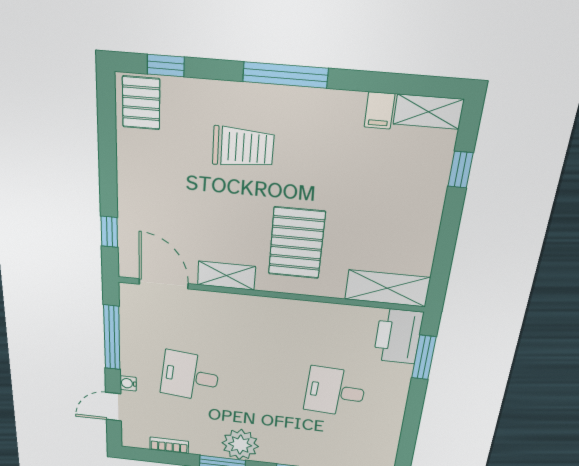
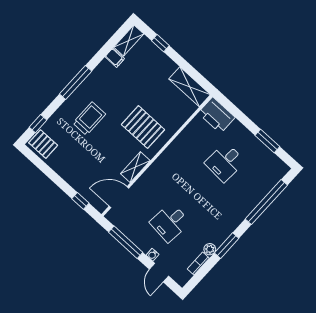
shelving: (387, 288) -> (190, 87), moved, turned 90
window: (424, 357) -> (267, 141), moved
plant: (240, 445) -> (210, 249), moved, width x0.53, depth x0.53

